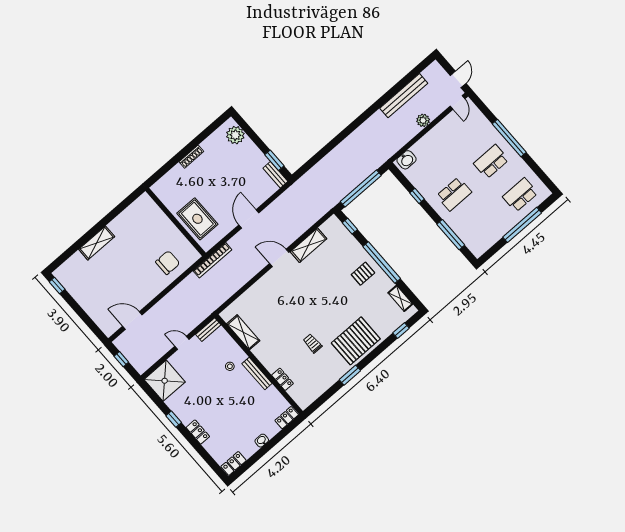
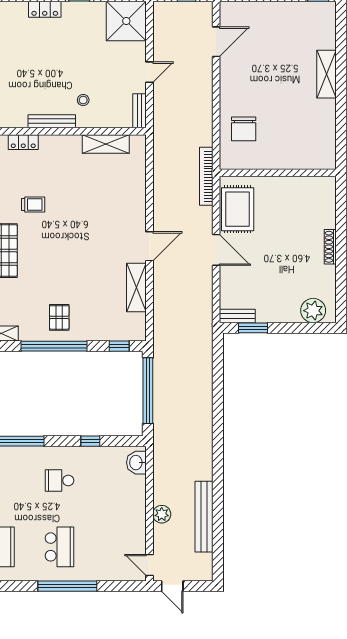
school desk: (454, 194) -> (59, 480), width x0.54
rug: (197, 219) -> (238, 209), moved, turned 90

